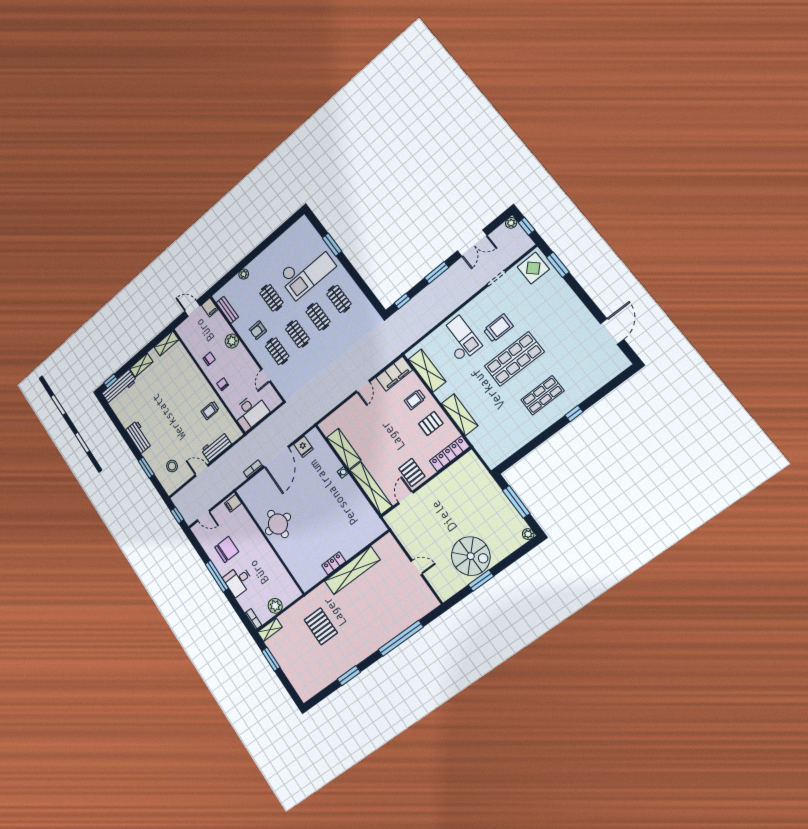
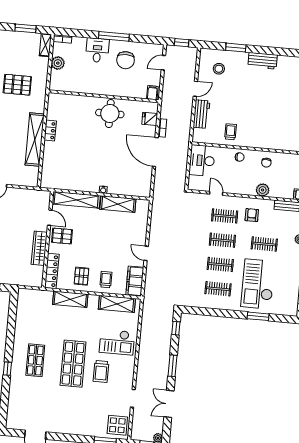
fridge: (303, 447) -> (150, 119), moved
wardrobe: (440, 483) -> (39, 248), added

